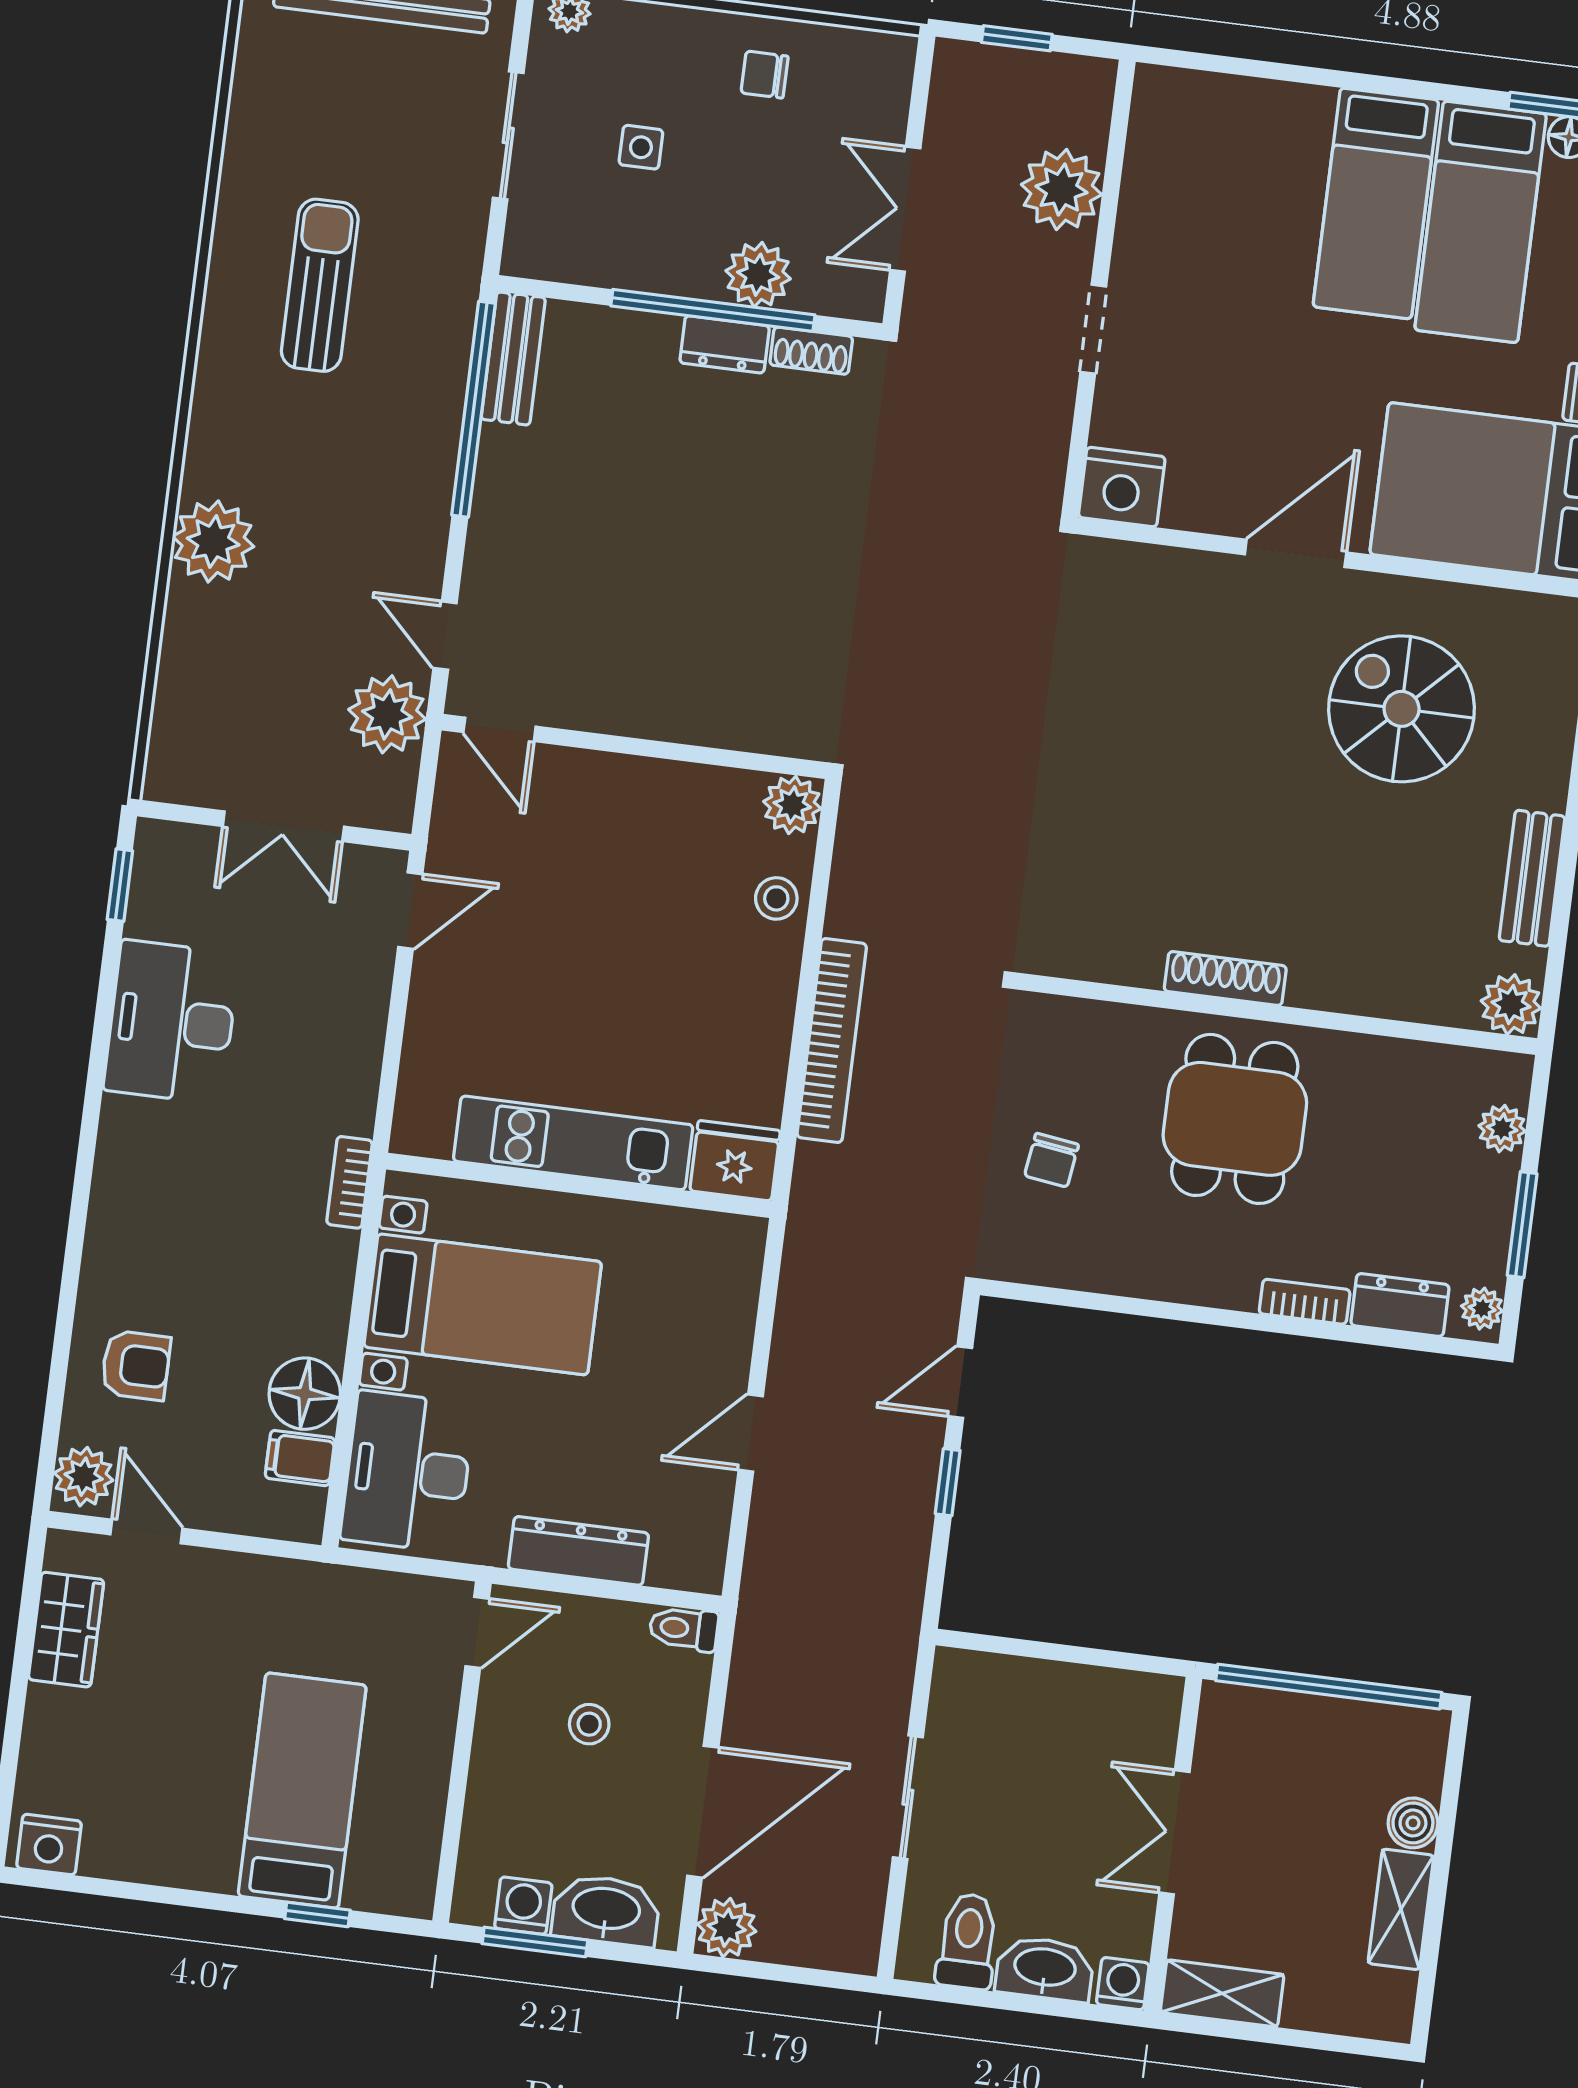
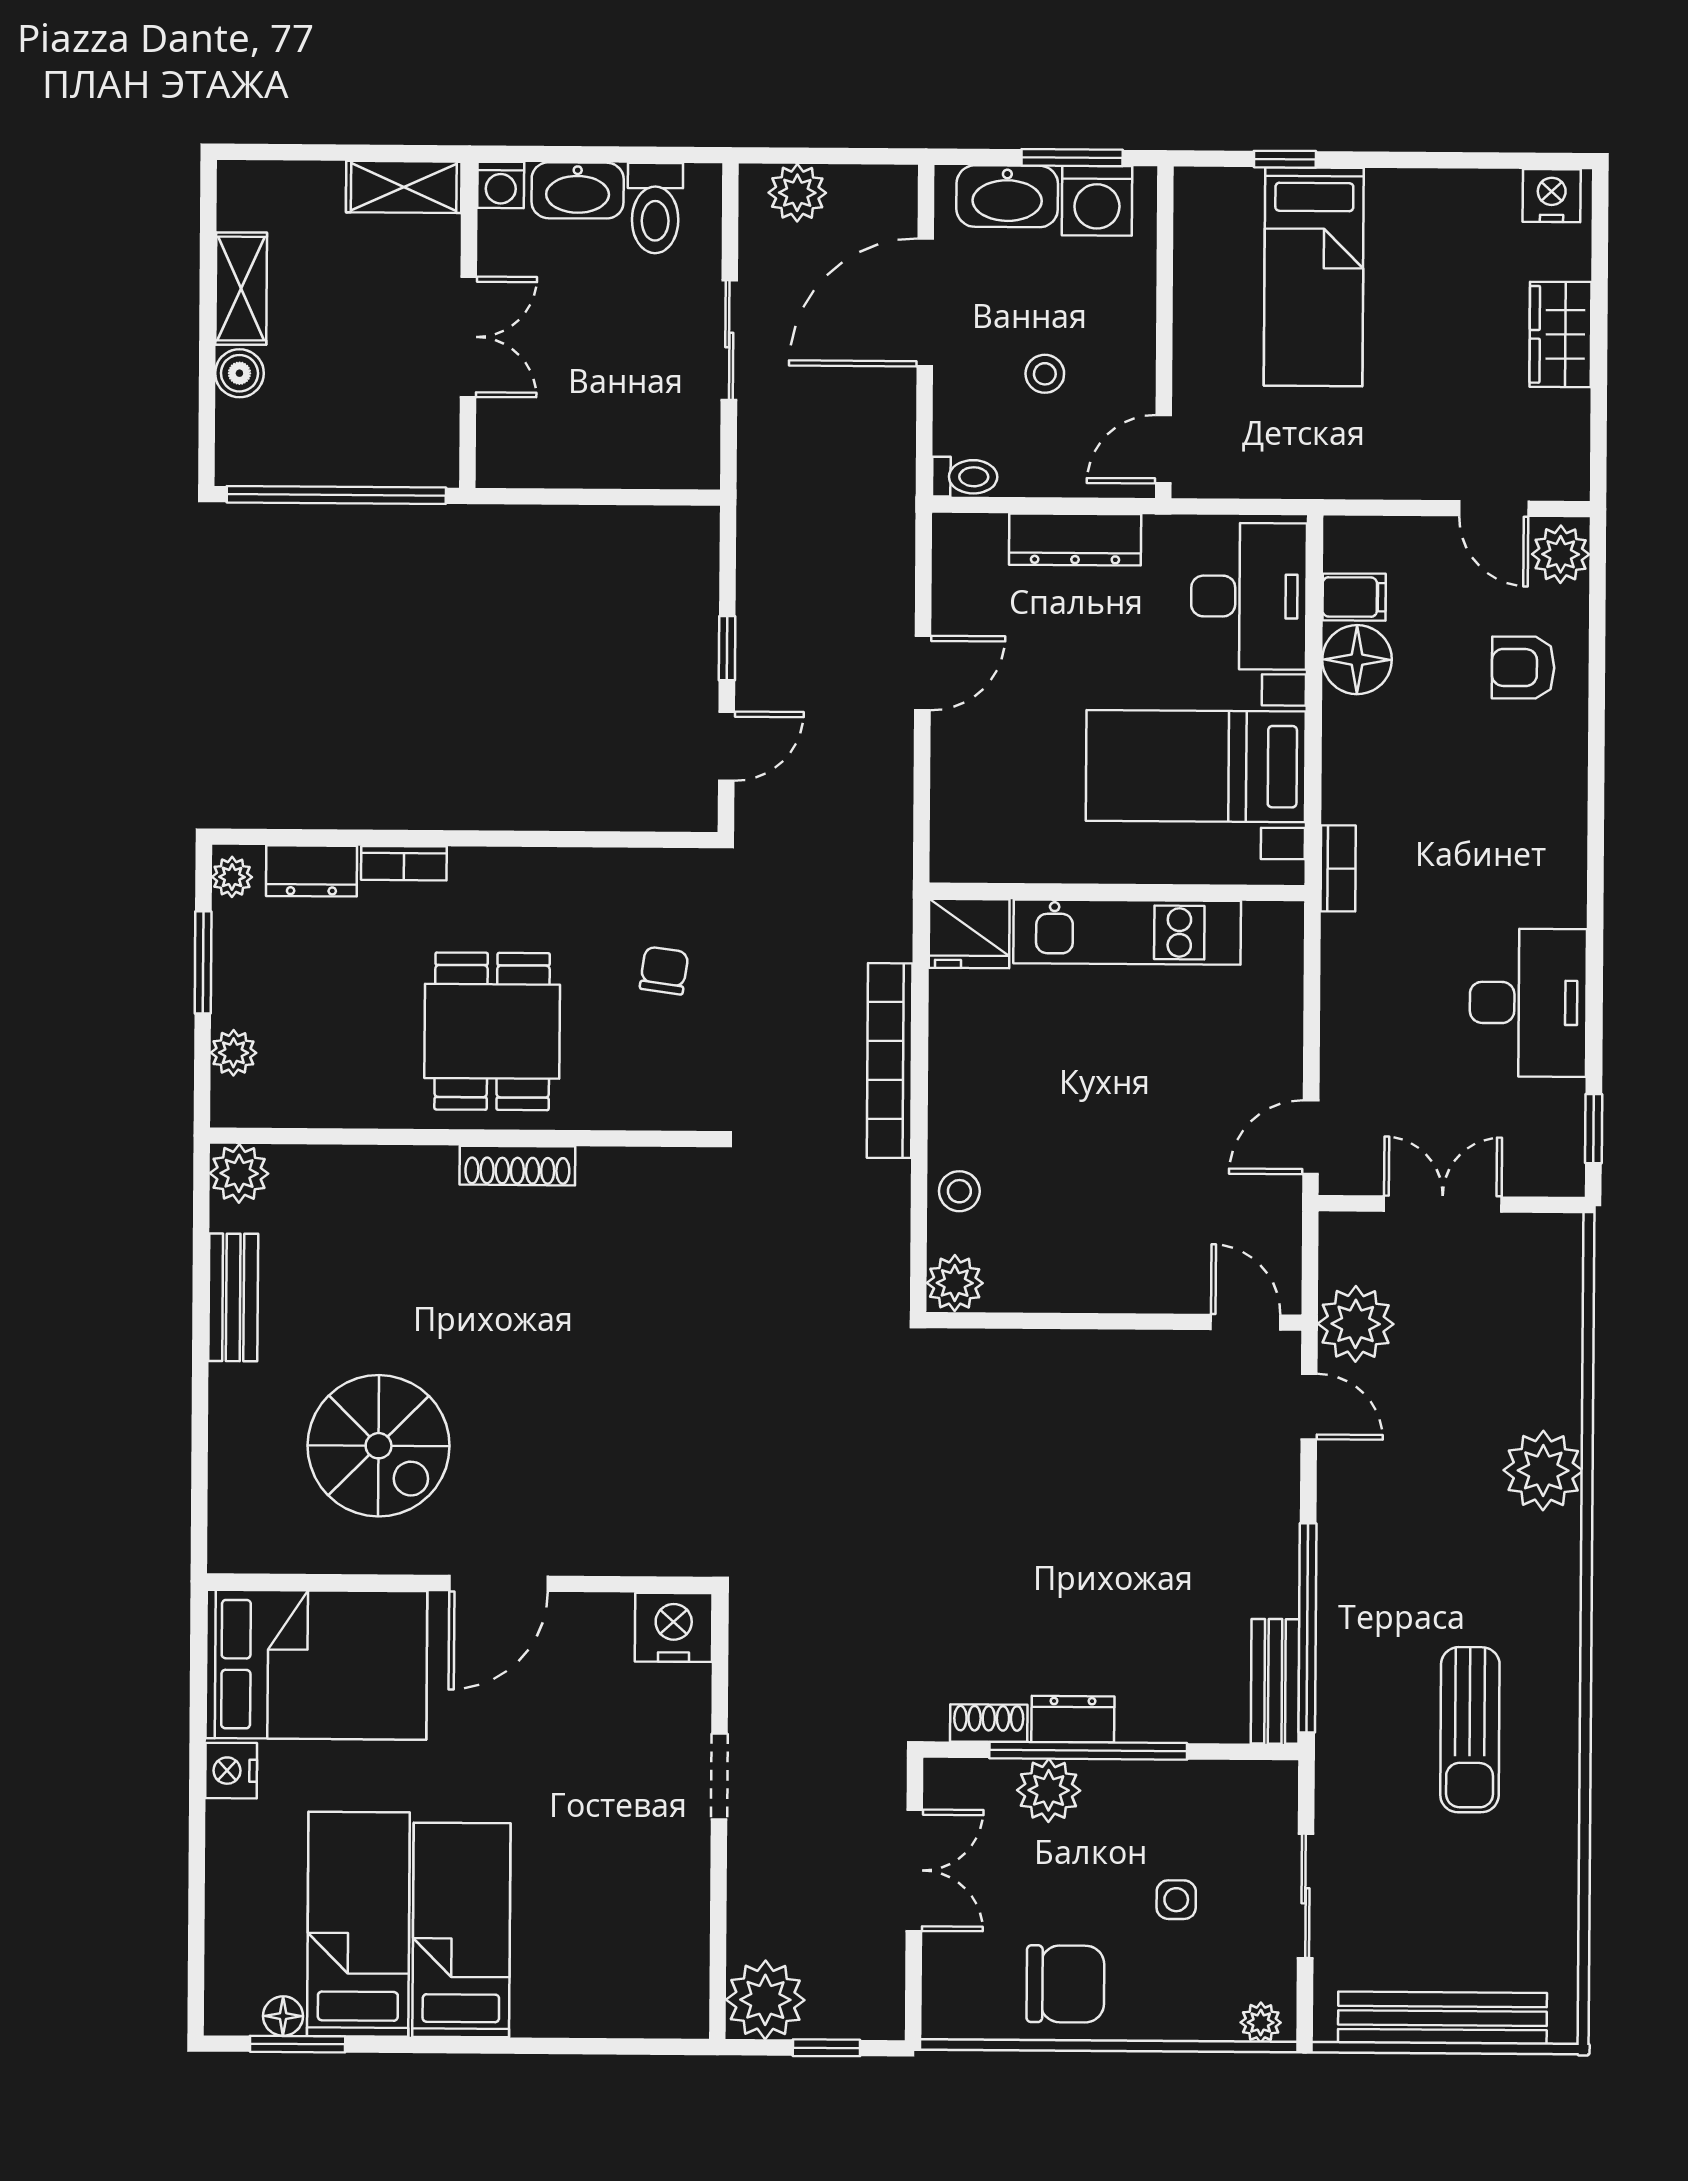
chair: (765, 75) -> (1065, 1984), width x1.87, depth x1.87
plant: (1062, 189) -> (765, 2000), moved
wardrobe: (66, 1630) -> (1560, 334), moved
washing machine: (523, 1906) -> (1097, 201), width x1.38, depth x1.38
plant: (727, 1928) -> (797, 193), moved

